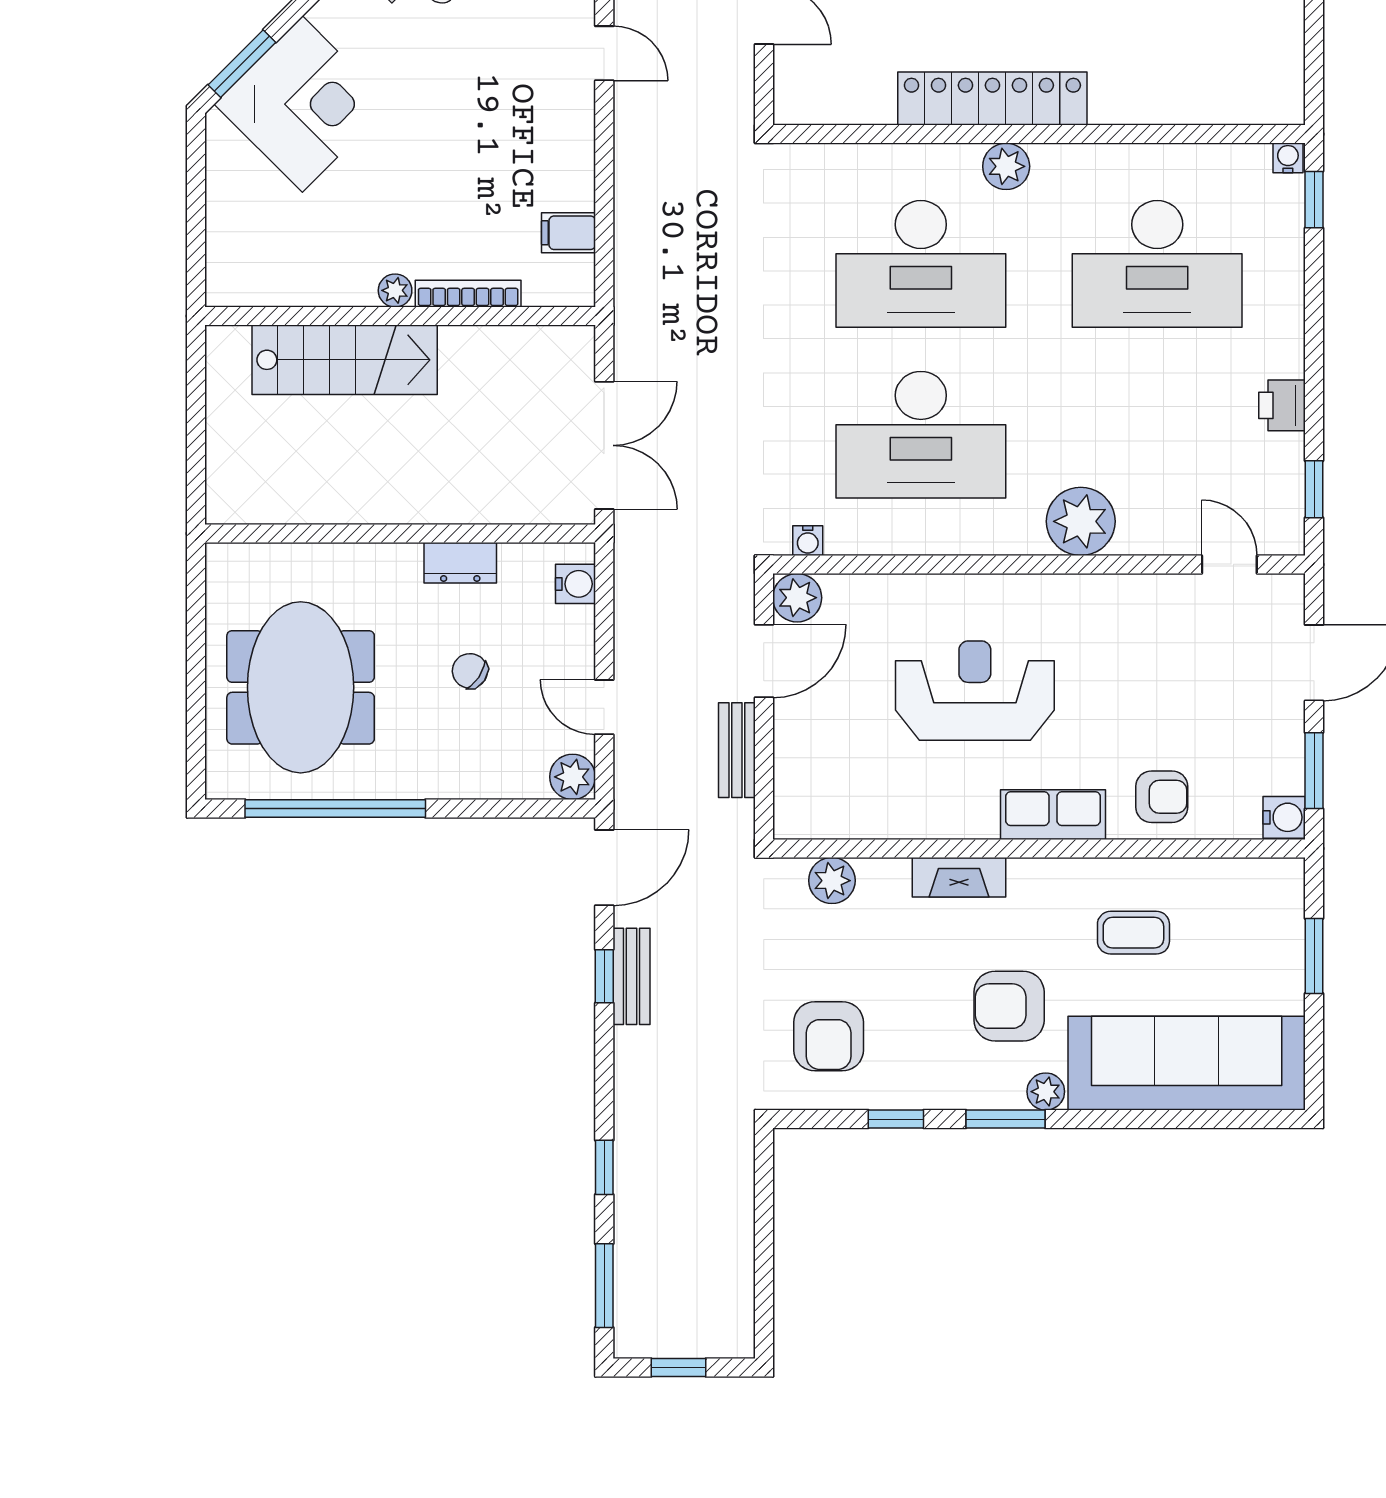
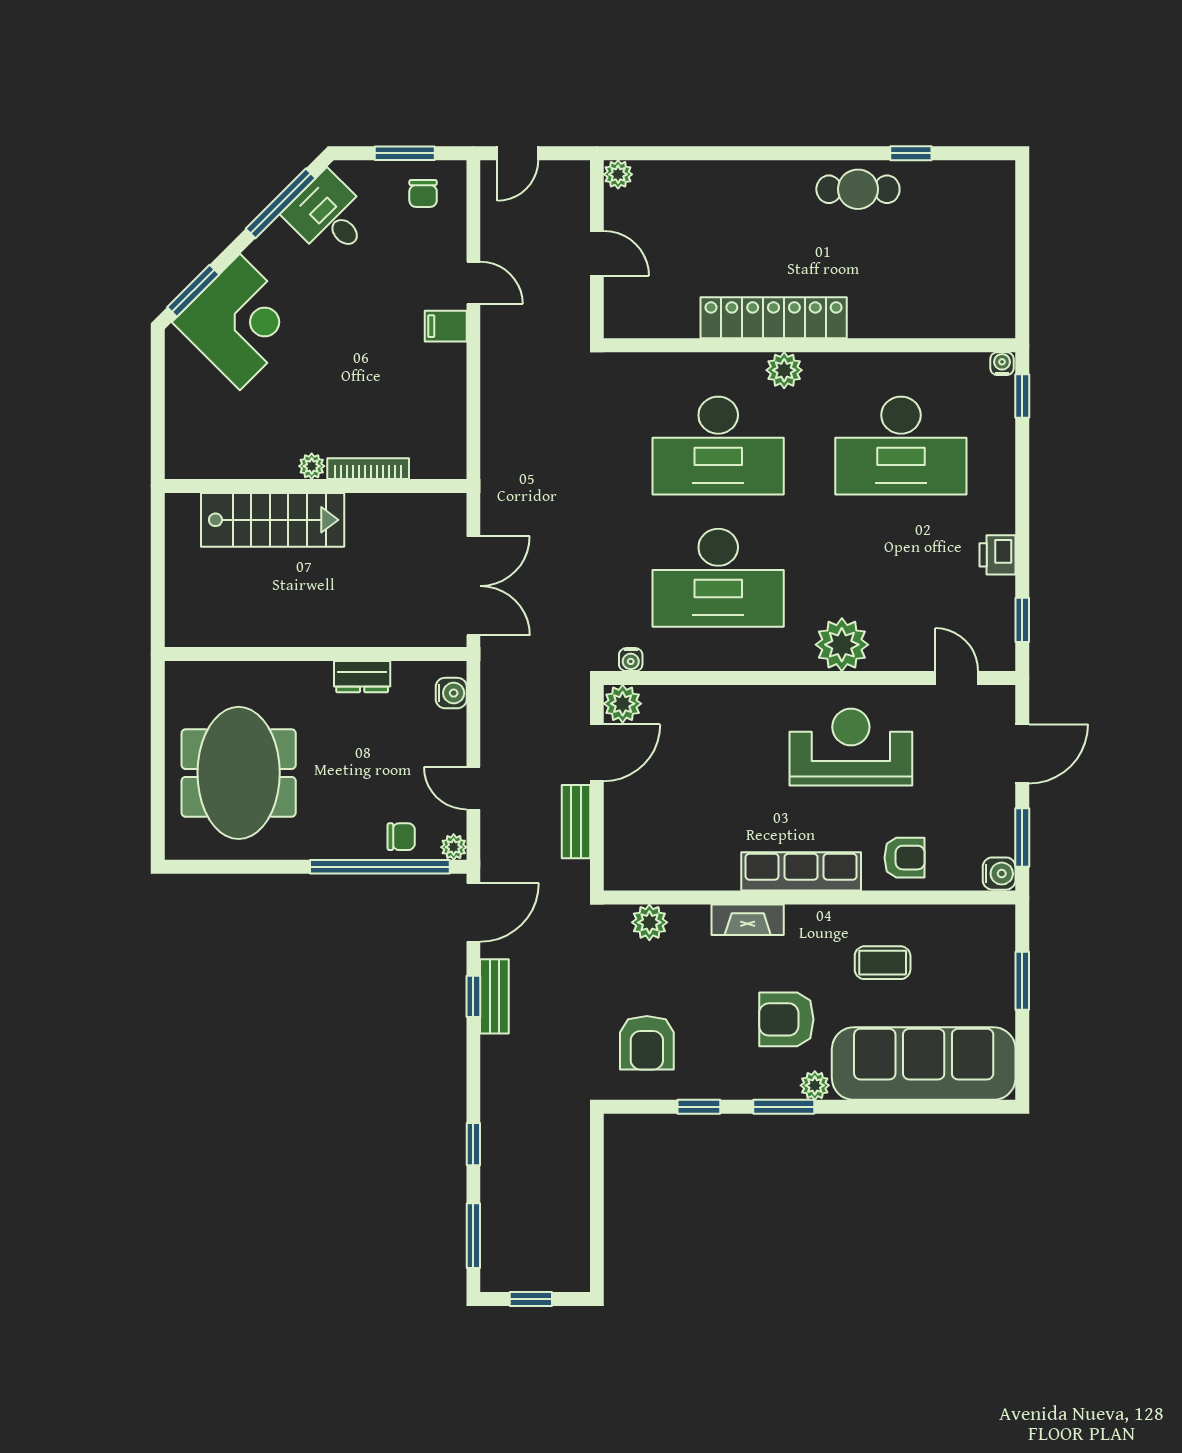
filing cabinet: (568, 233) -> (446, 326), moved
chair: (470, 671) -> (401, 837), moved, turned 146
reception desk: (975, 691) -> (851, 747), moved
plant: (573, 777) -> (454, 847), width x0.73, depth x0.73
window: (335, 809) -> (380, 867), moved
row of seats: (1053, 815) -> (801, 871), width x1.48

